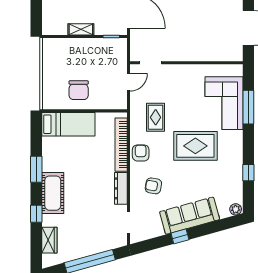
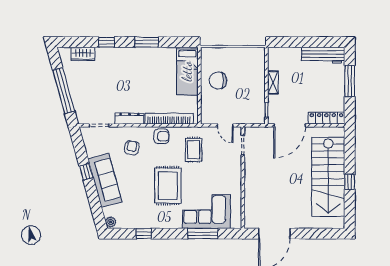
rug: (156, 117) -> (194, 150), turned 90
cot: (53, 193) -> (125, 57), removed

